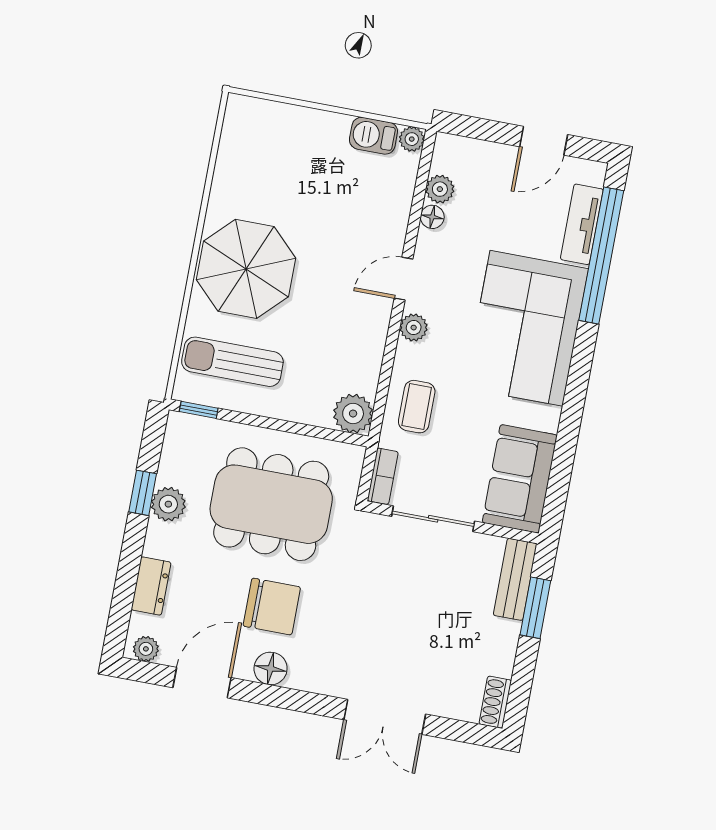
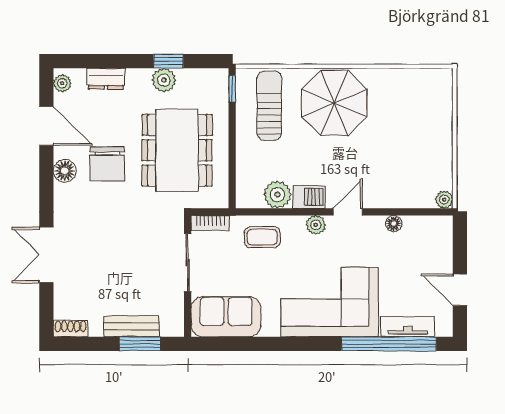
barbecue: (373, 136) -> (309, 197), moved, turned 90
plant: (440, 189) -> (414, 225), removed
door: (404, 279) -> (348, 212), hinge flipped
plant: (353, 414) -> (277, 195), moved
bench: (515, 579) -> (132, 326), moved

